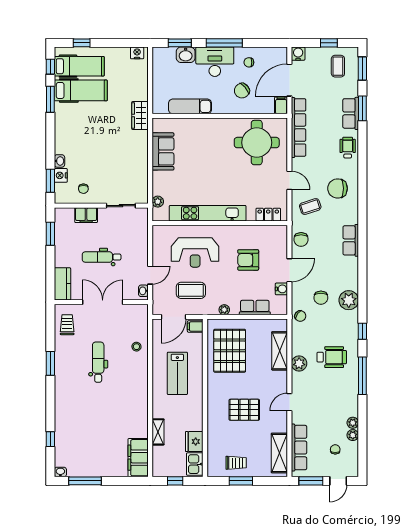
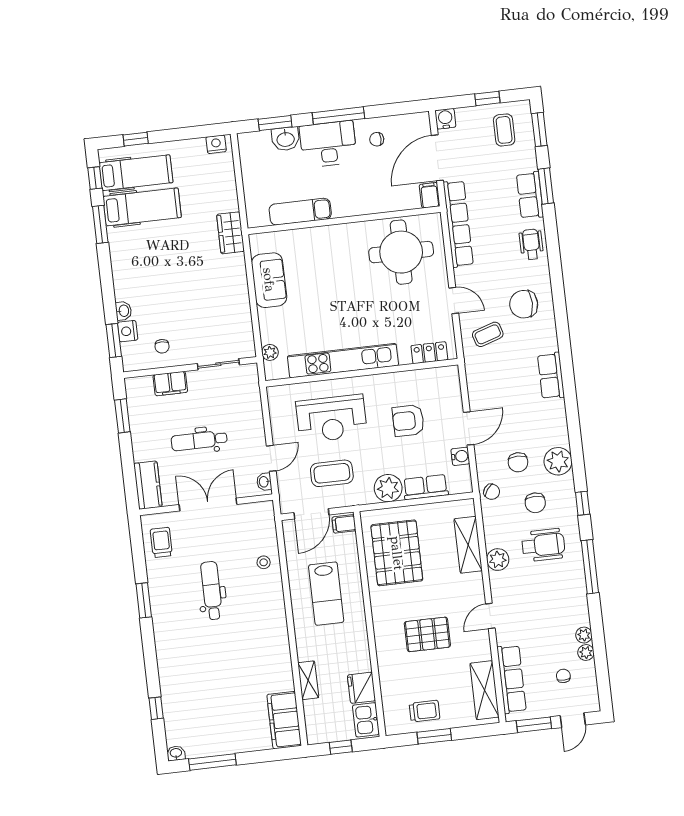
chair: (242, 91) -> (371, 181), removed
chair: (301, 239) -> (535, 503), moved
plant: (224, 310) -> (388, 488), width x1.88, depth x1.88

